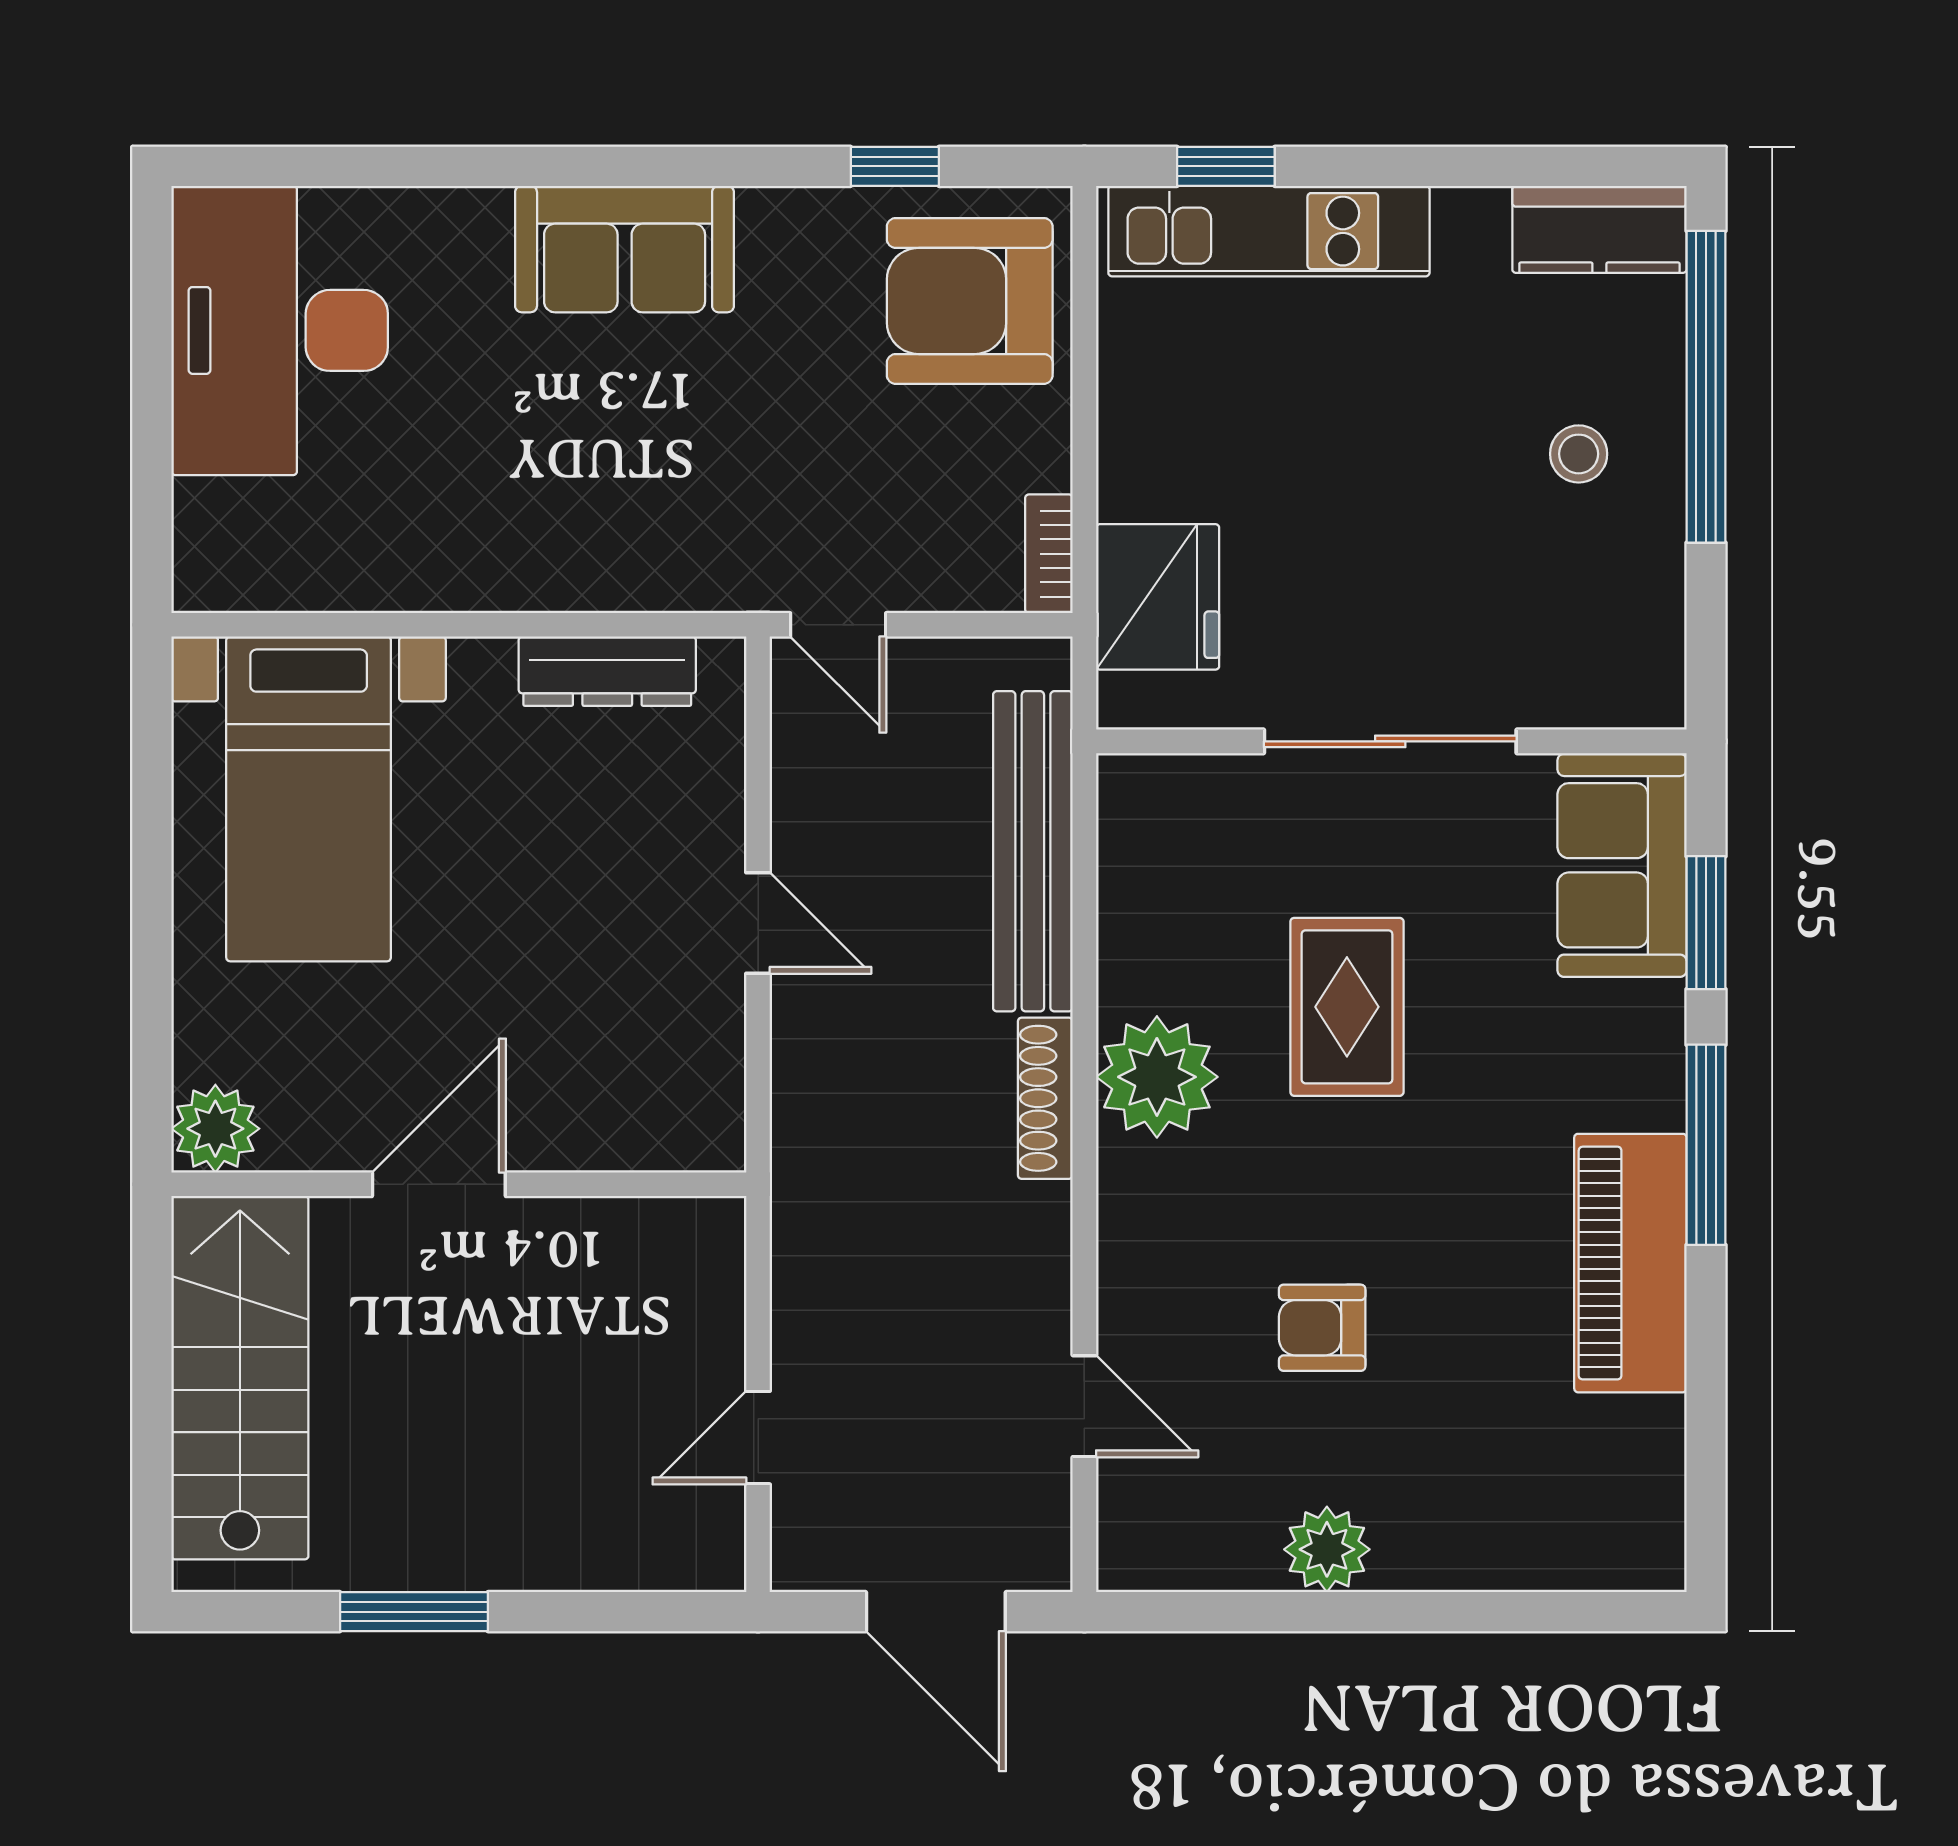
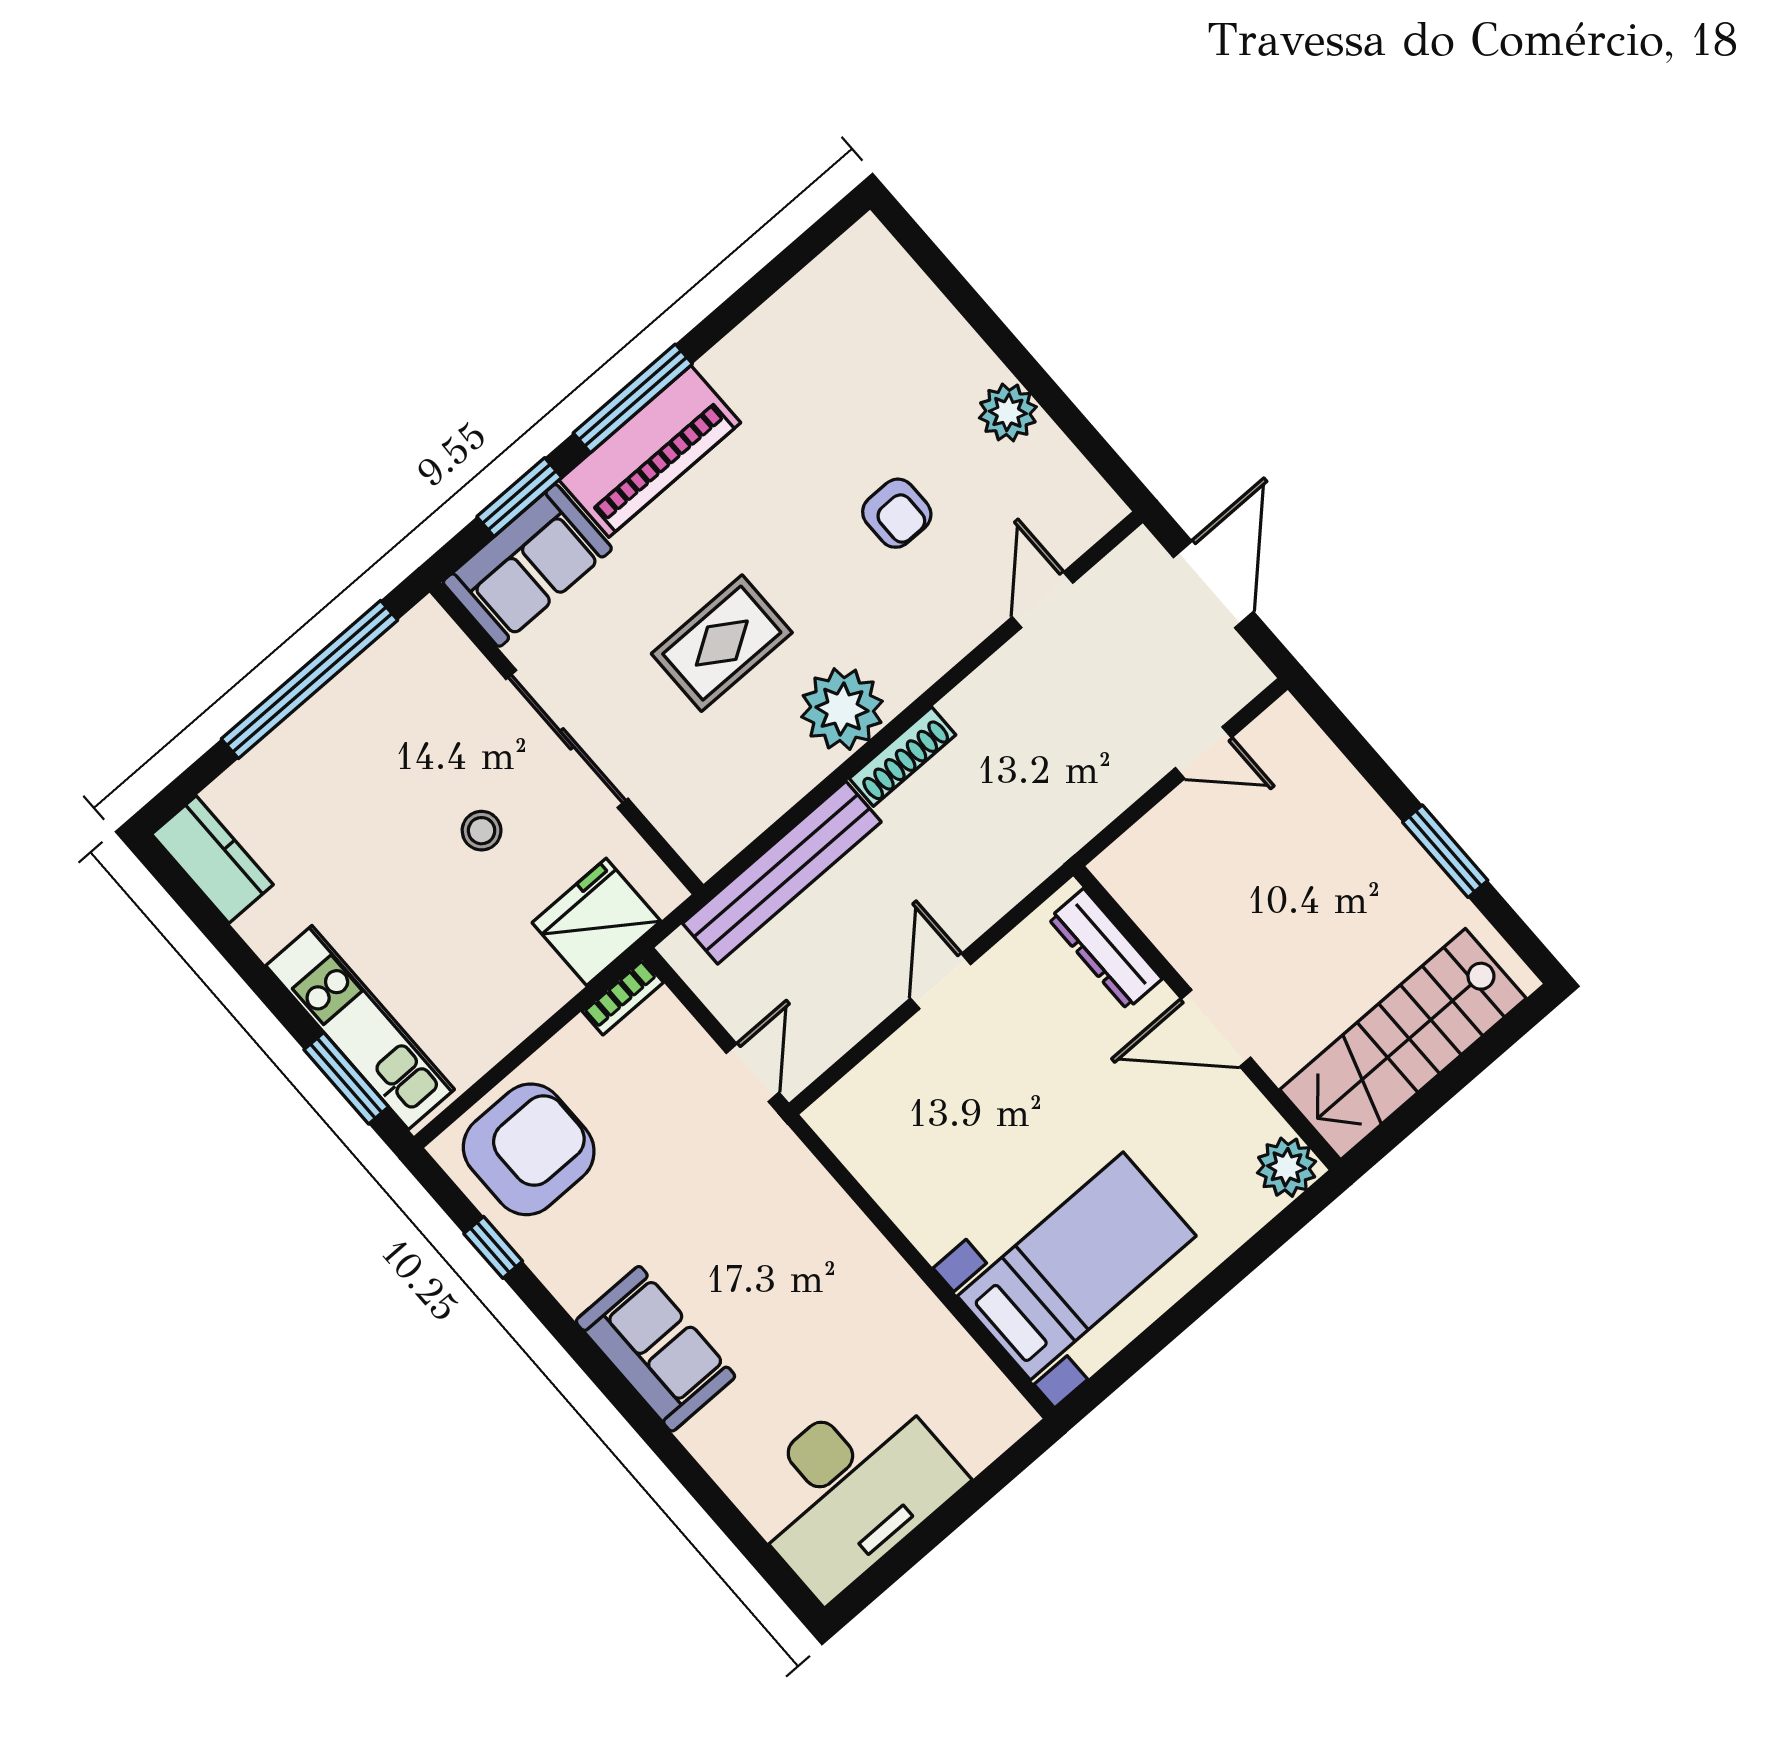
window: (1226, 166) -> (346, 1078), width x1.50
armchair: (970, 301) -> (529, 1149), turned -90
window: (1706, 387) -> (309, 679), moved
stool: (1579, 454) -> (482, 831), moved
dresser: (607, 671) -> (1105, 949), moved, turned 180
piano: (1630, 1263) -> (650, 451), moved

